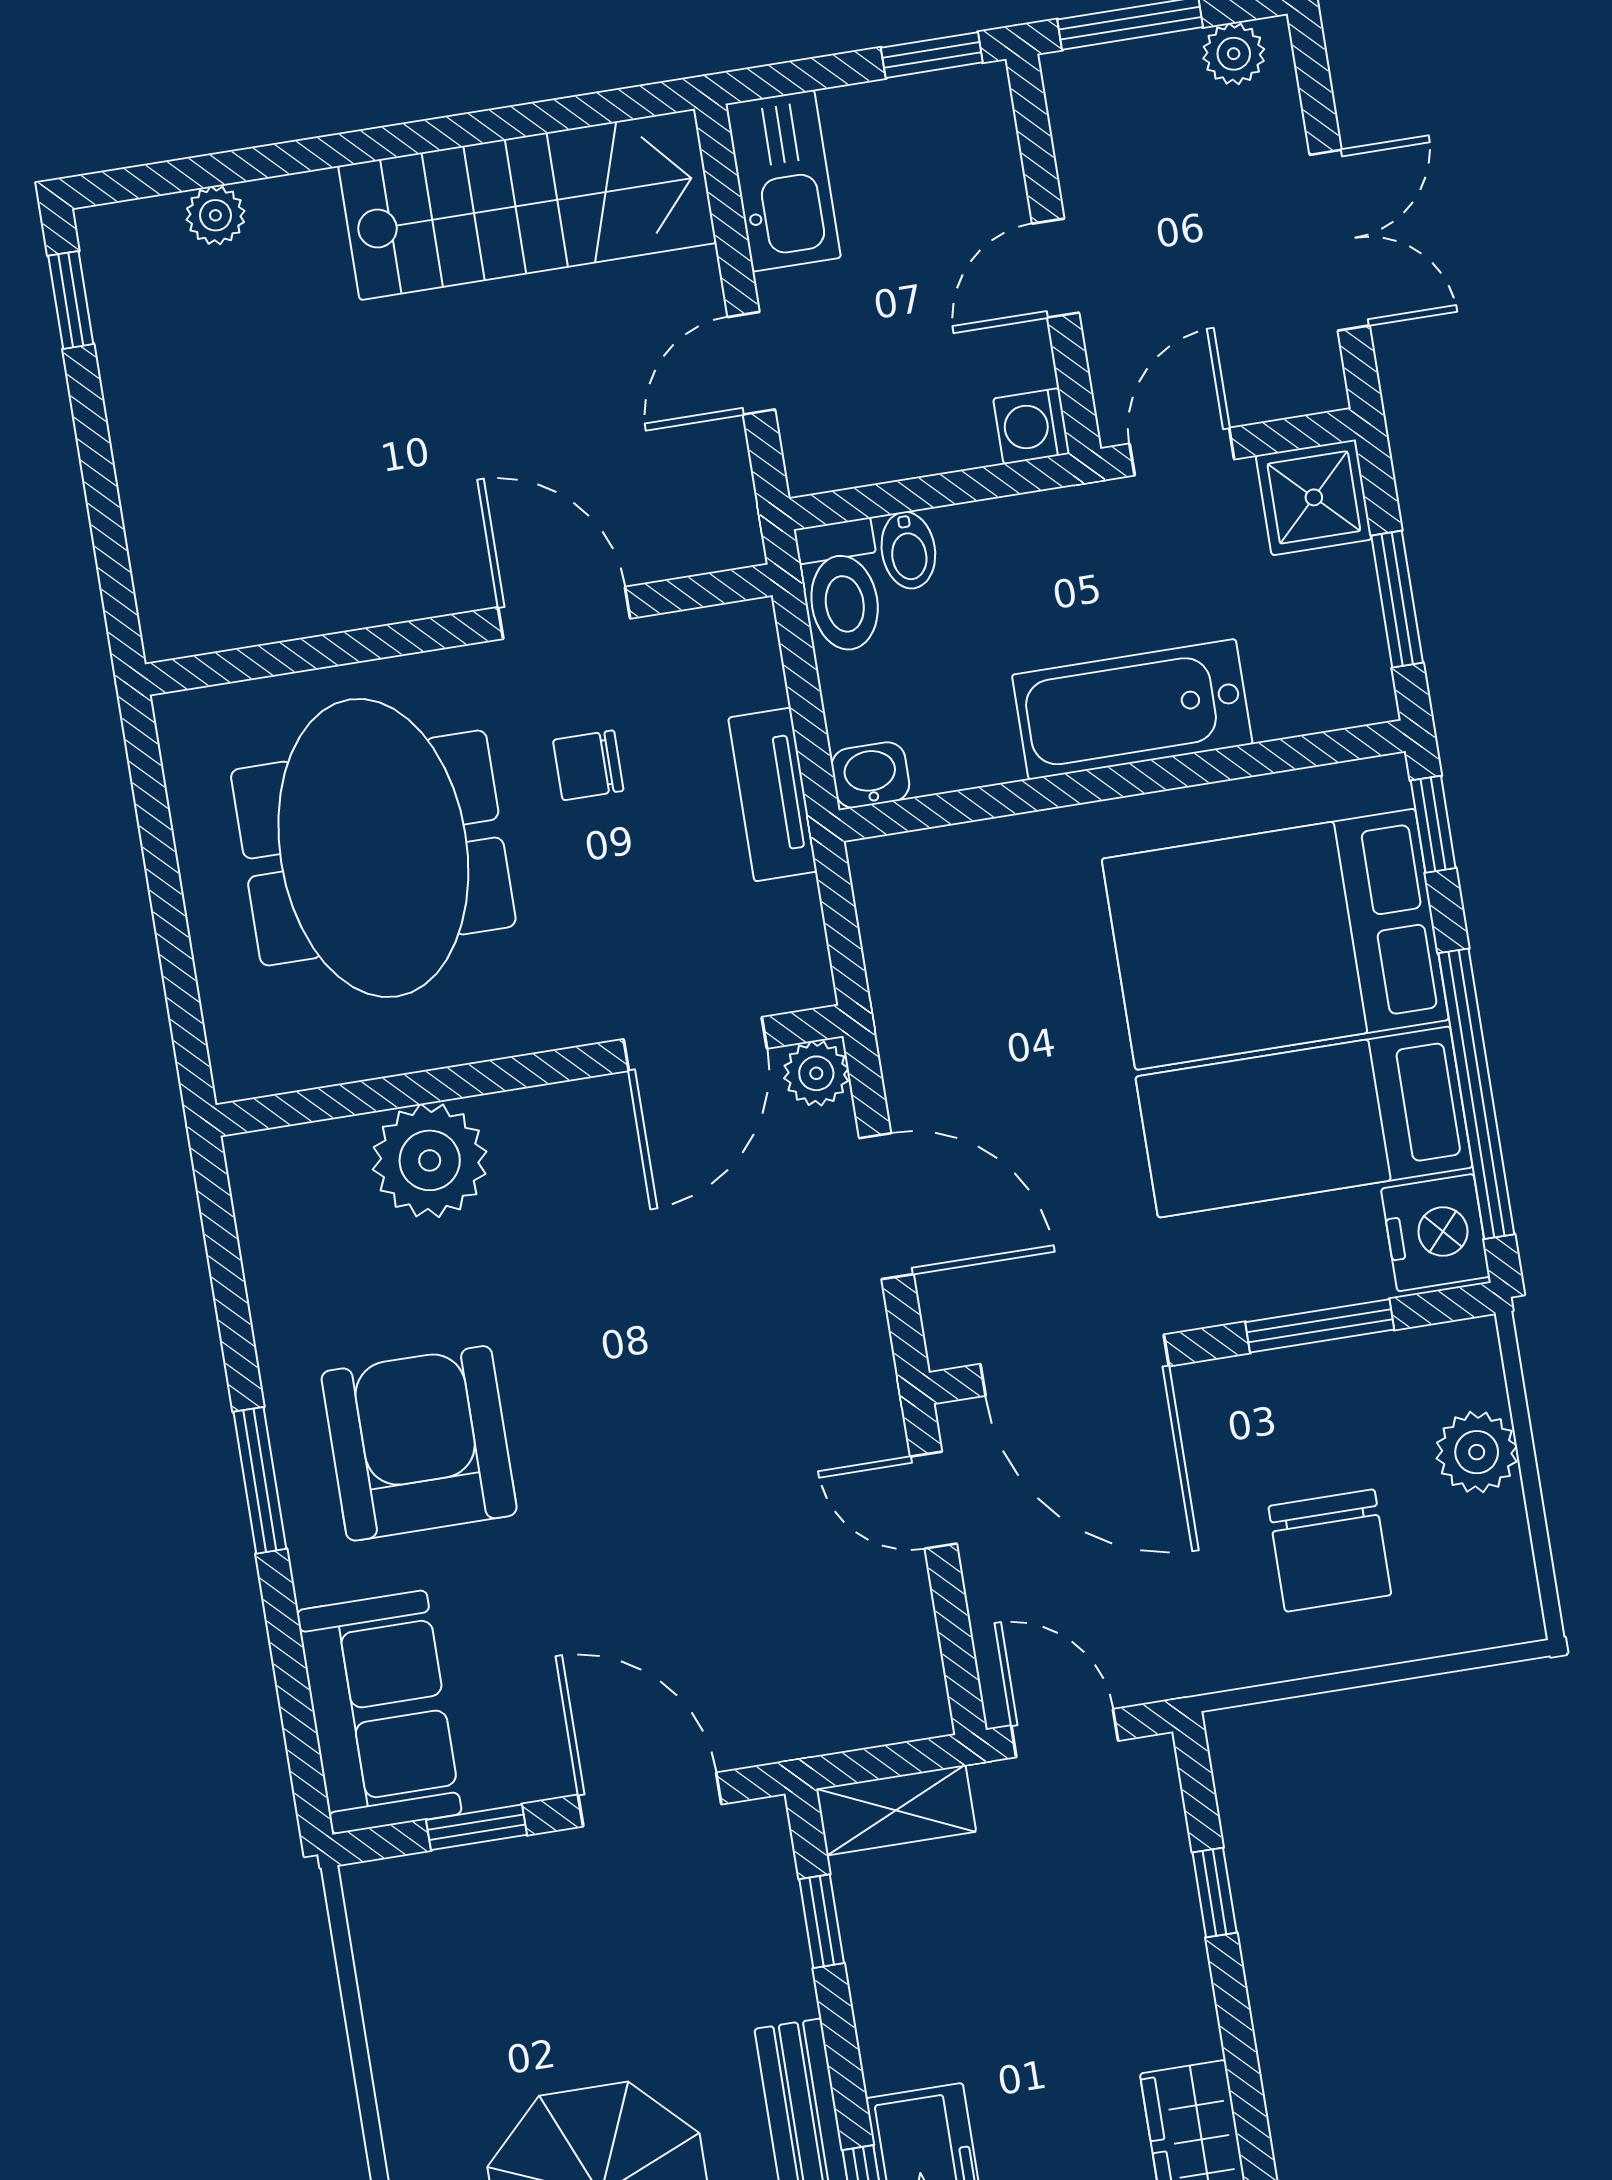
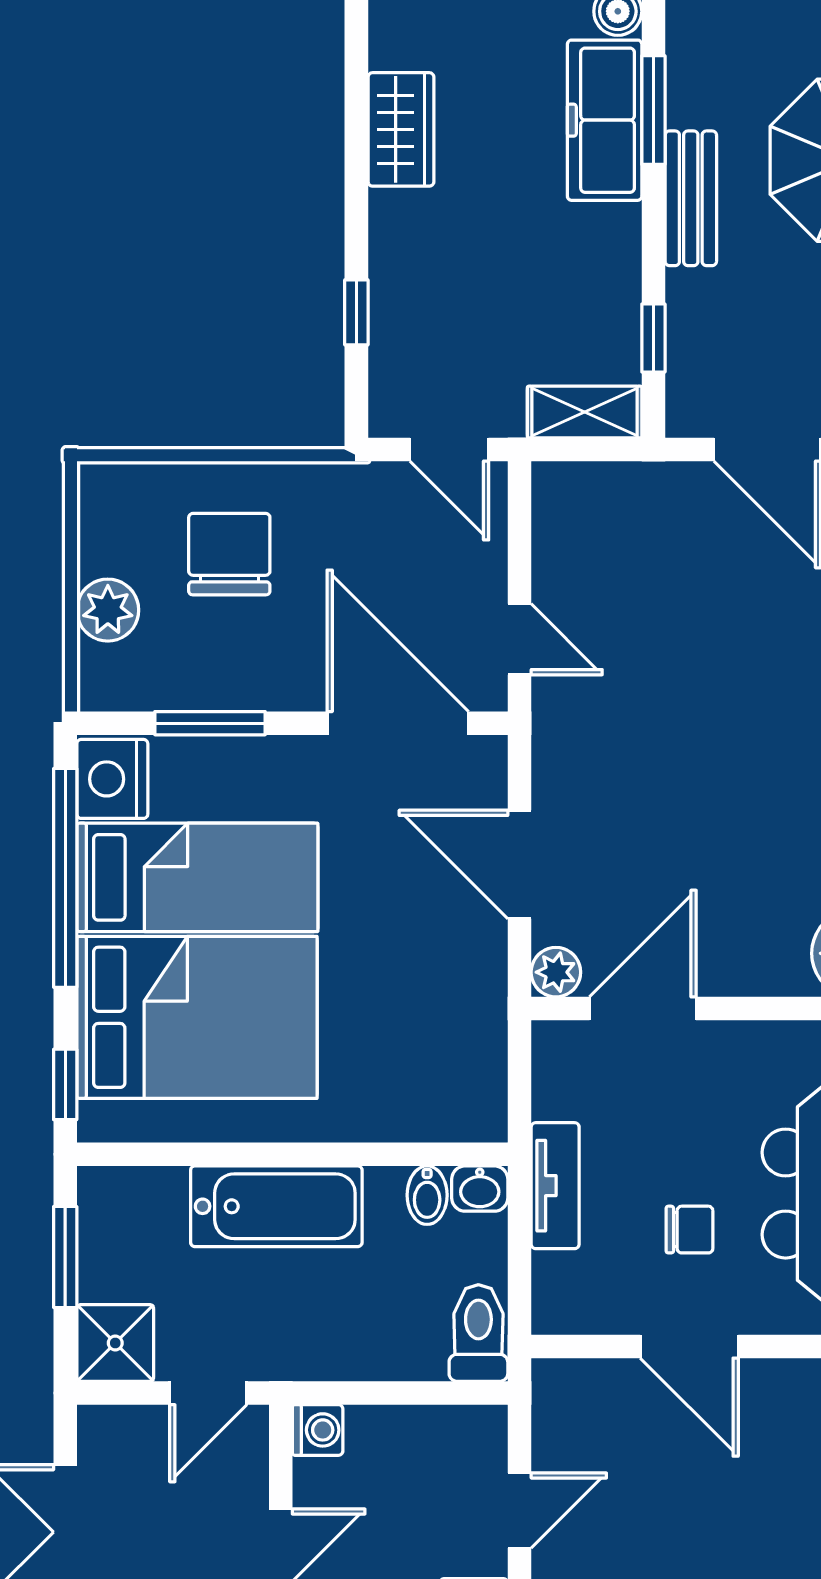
bidet: (908, 550) -> (427, 1195), moved, turned 180

